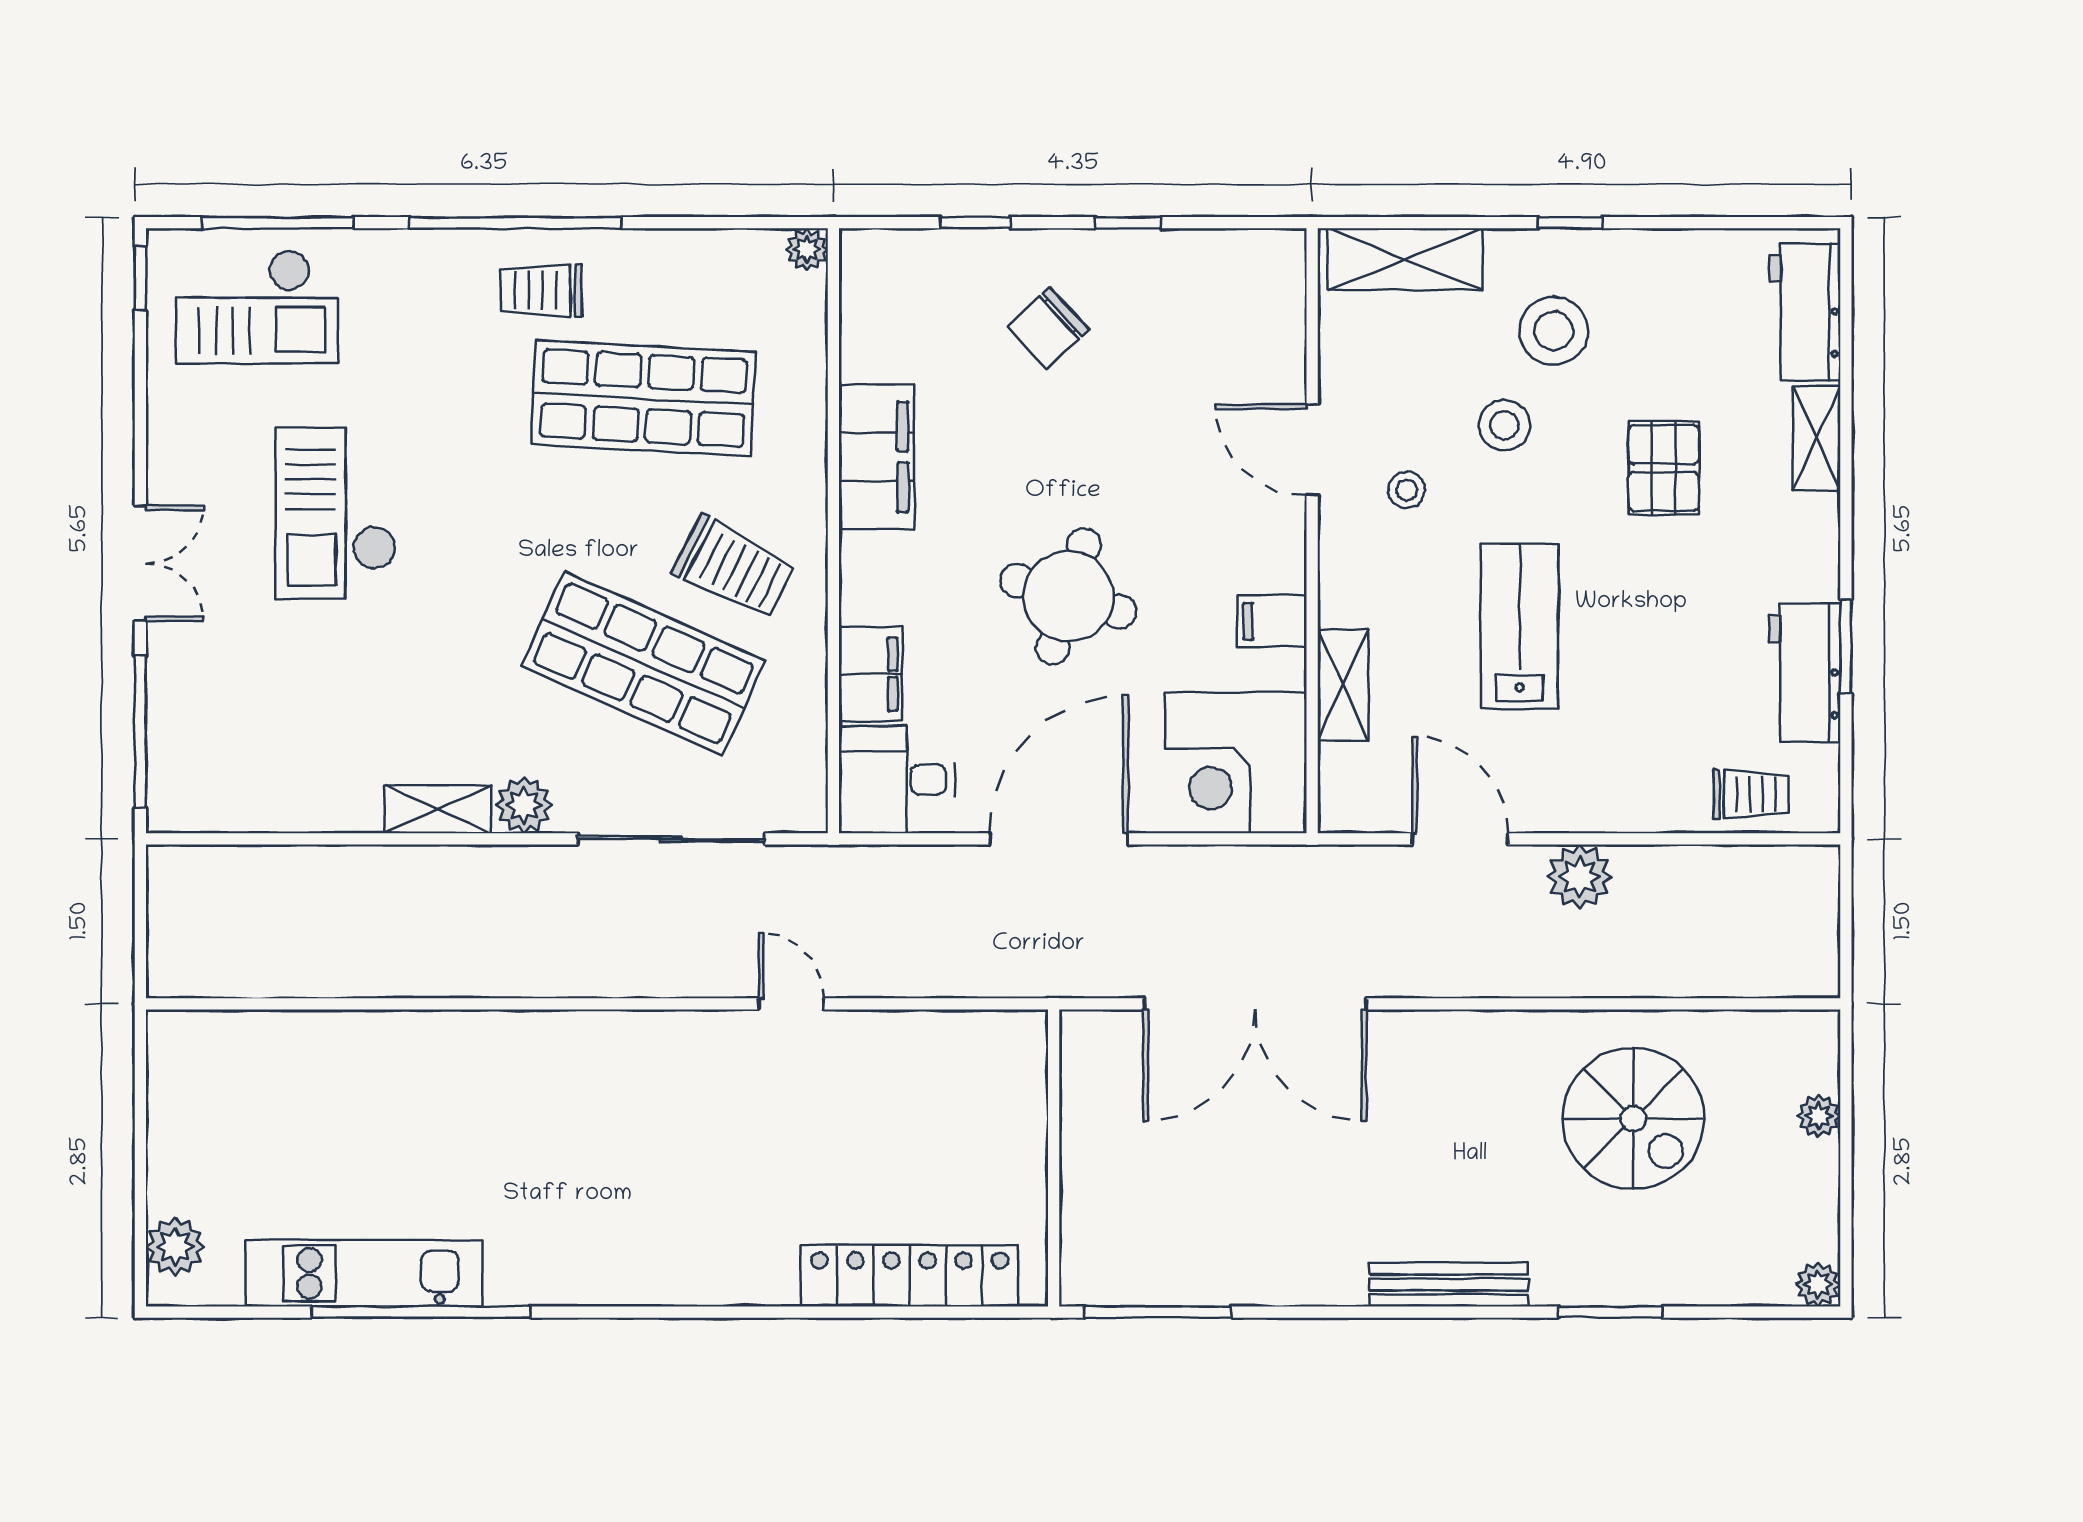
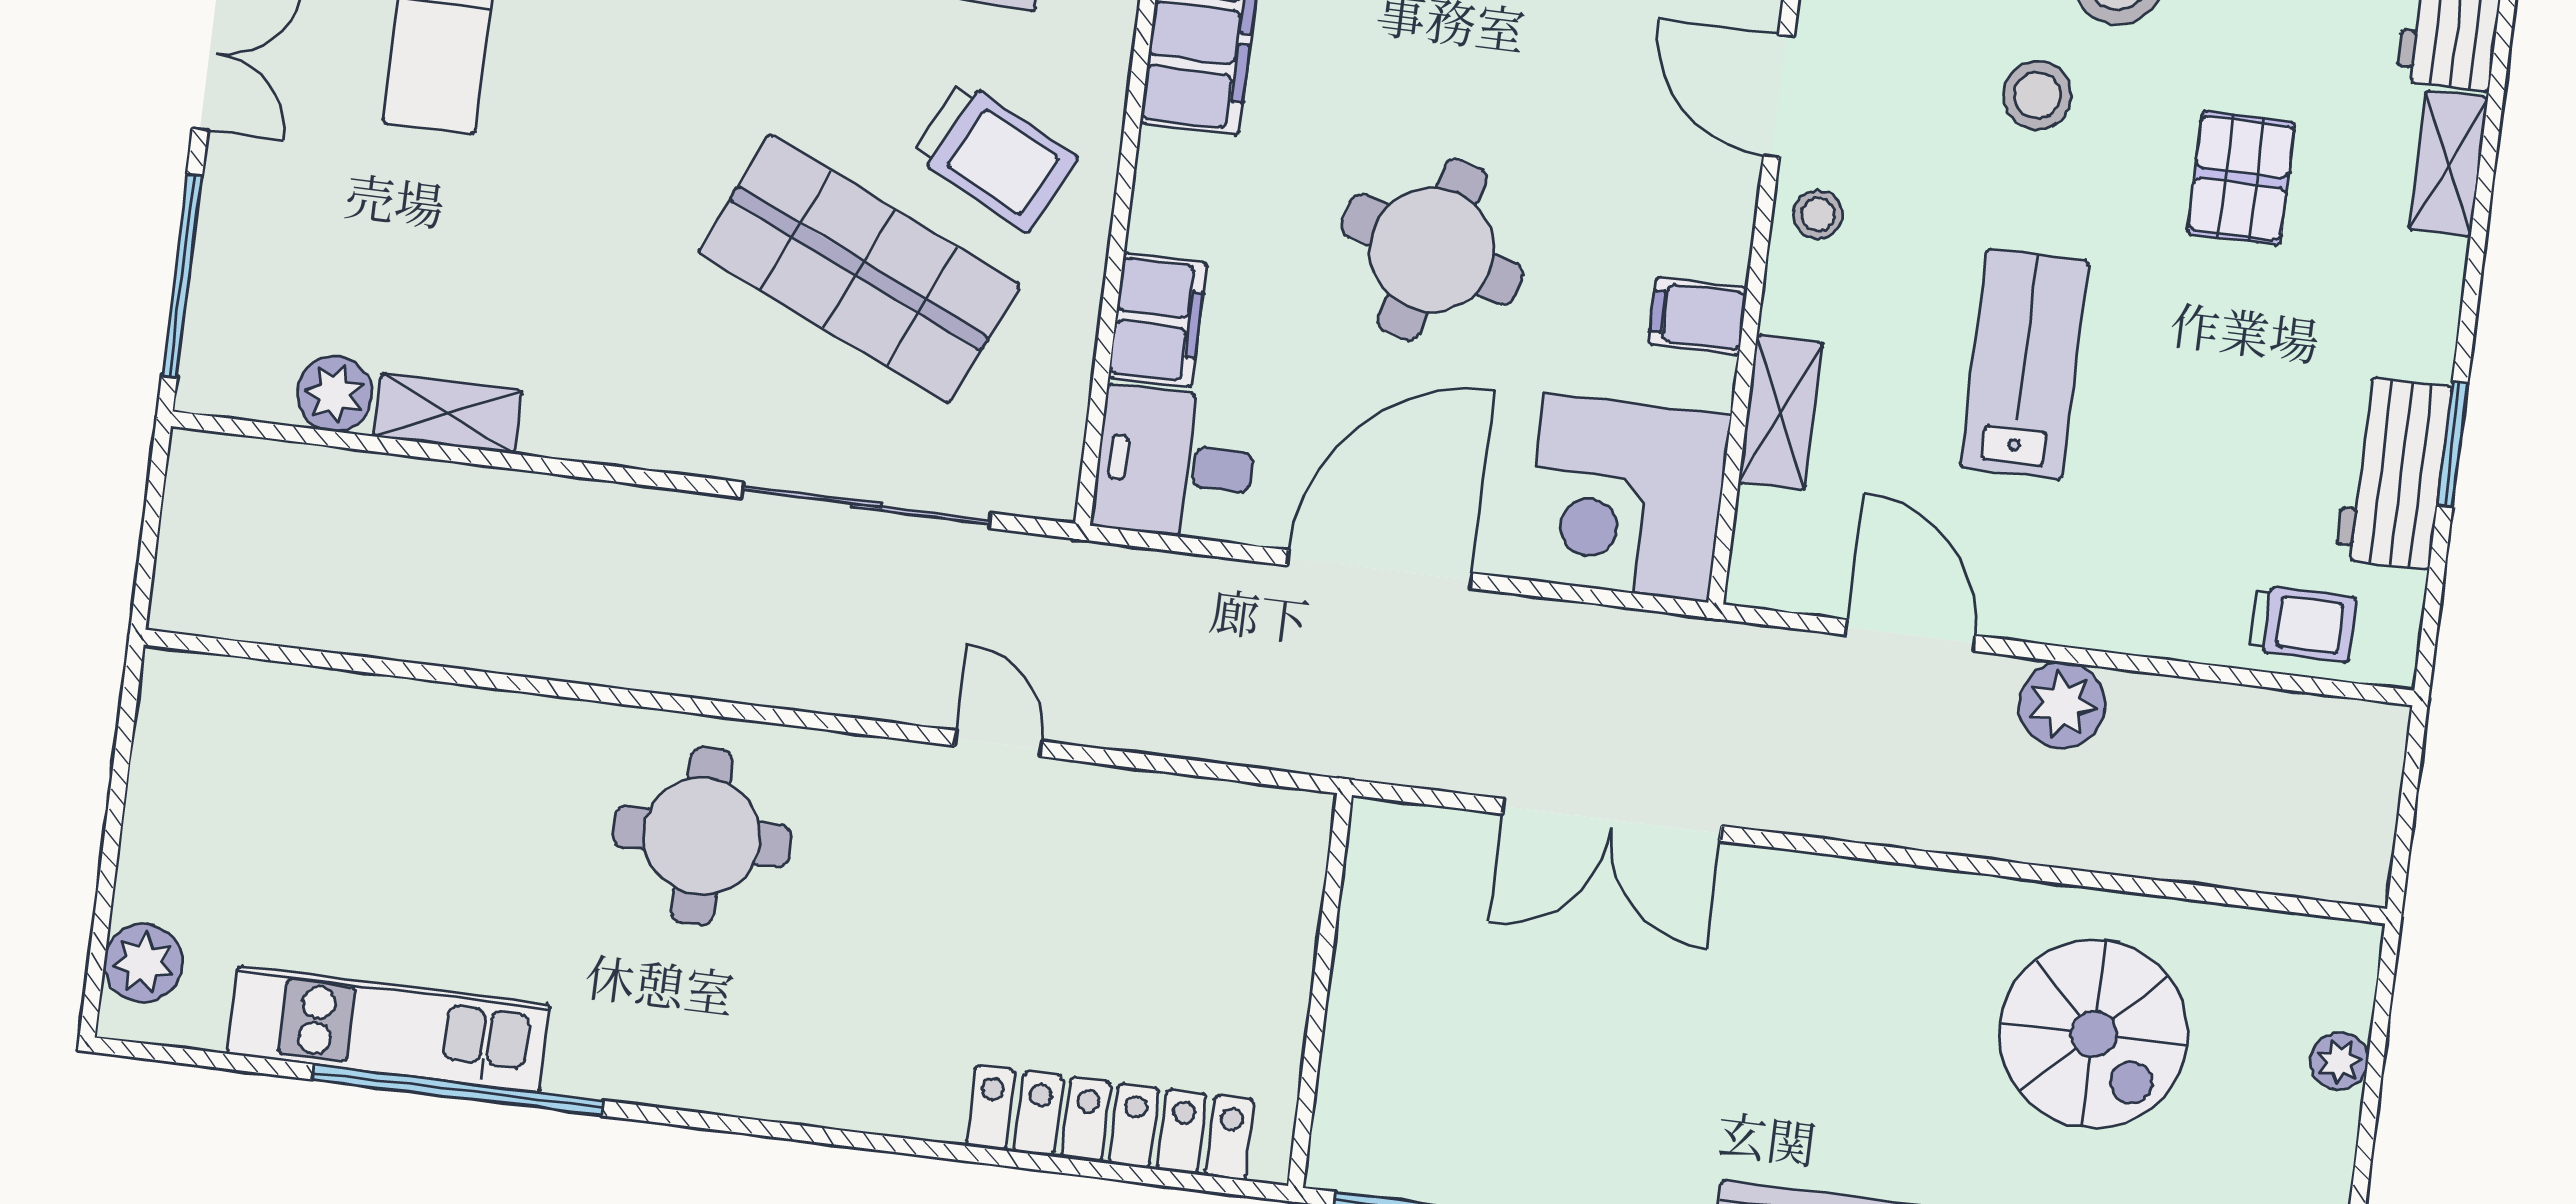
stool: (1407, 490) -> (1818, 215), moved
plant: (524, 805) -> (335, 394), moved
shelving: (438, 809) -> (448, 413), moved
double door: (1255, 1004) -> (1612, 820), width x0.73
round table: (579, 1100) -> (702, 836), added

